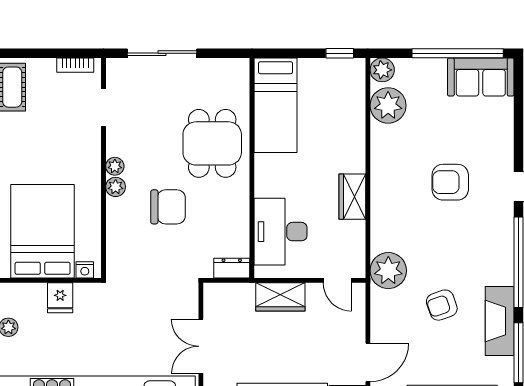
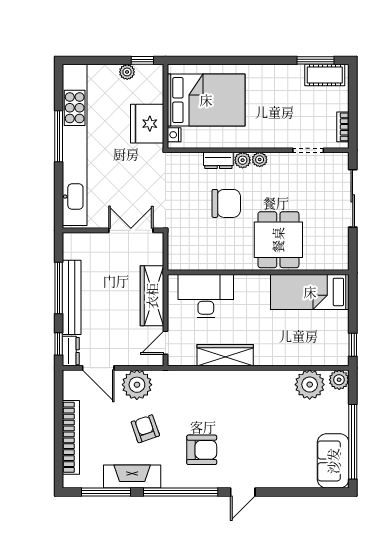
dining table: (212, 143) -> (278, 240), turned 90
armchair: (450, 182) -> (202, 450), moved, turned 90
wardrobe: (352, 197) -> (225, 355), width x1.50
chair: (168, 207) -> (226, 203), turned -90
dresser: (232, 268) -> (218, 160), moved, turned 90
plant: (388, 271) -> (137, 385), moved
wardrobe: (280, 297) -> (152, 296), width x1.50
fridge: (60, 298) -> (147, 124), width x1.88, depth x1.34
double door: (201, 346) -> (131, 230), moved

